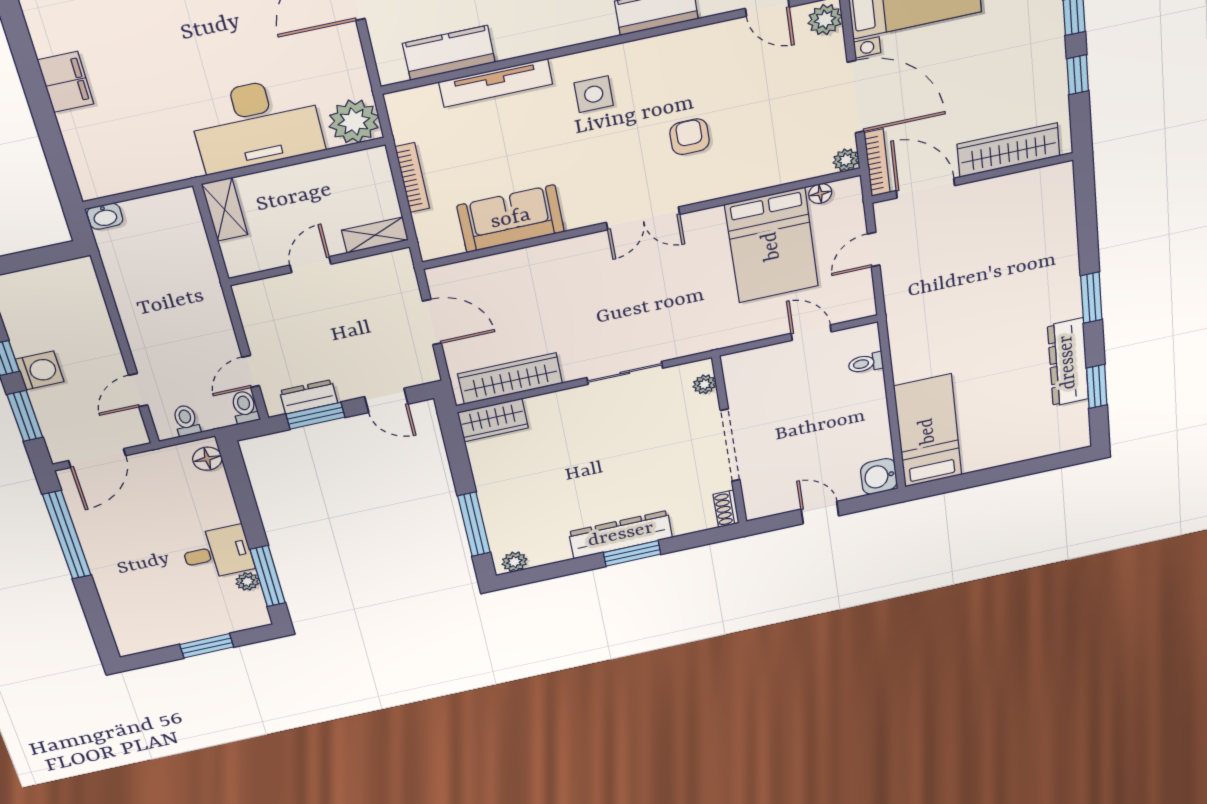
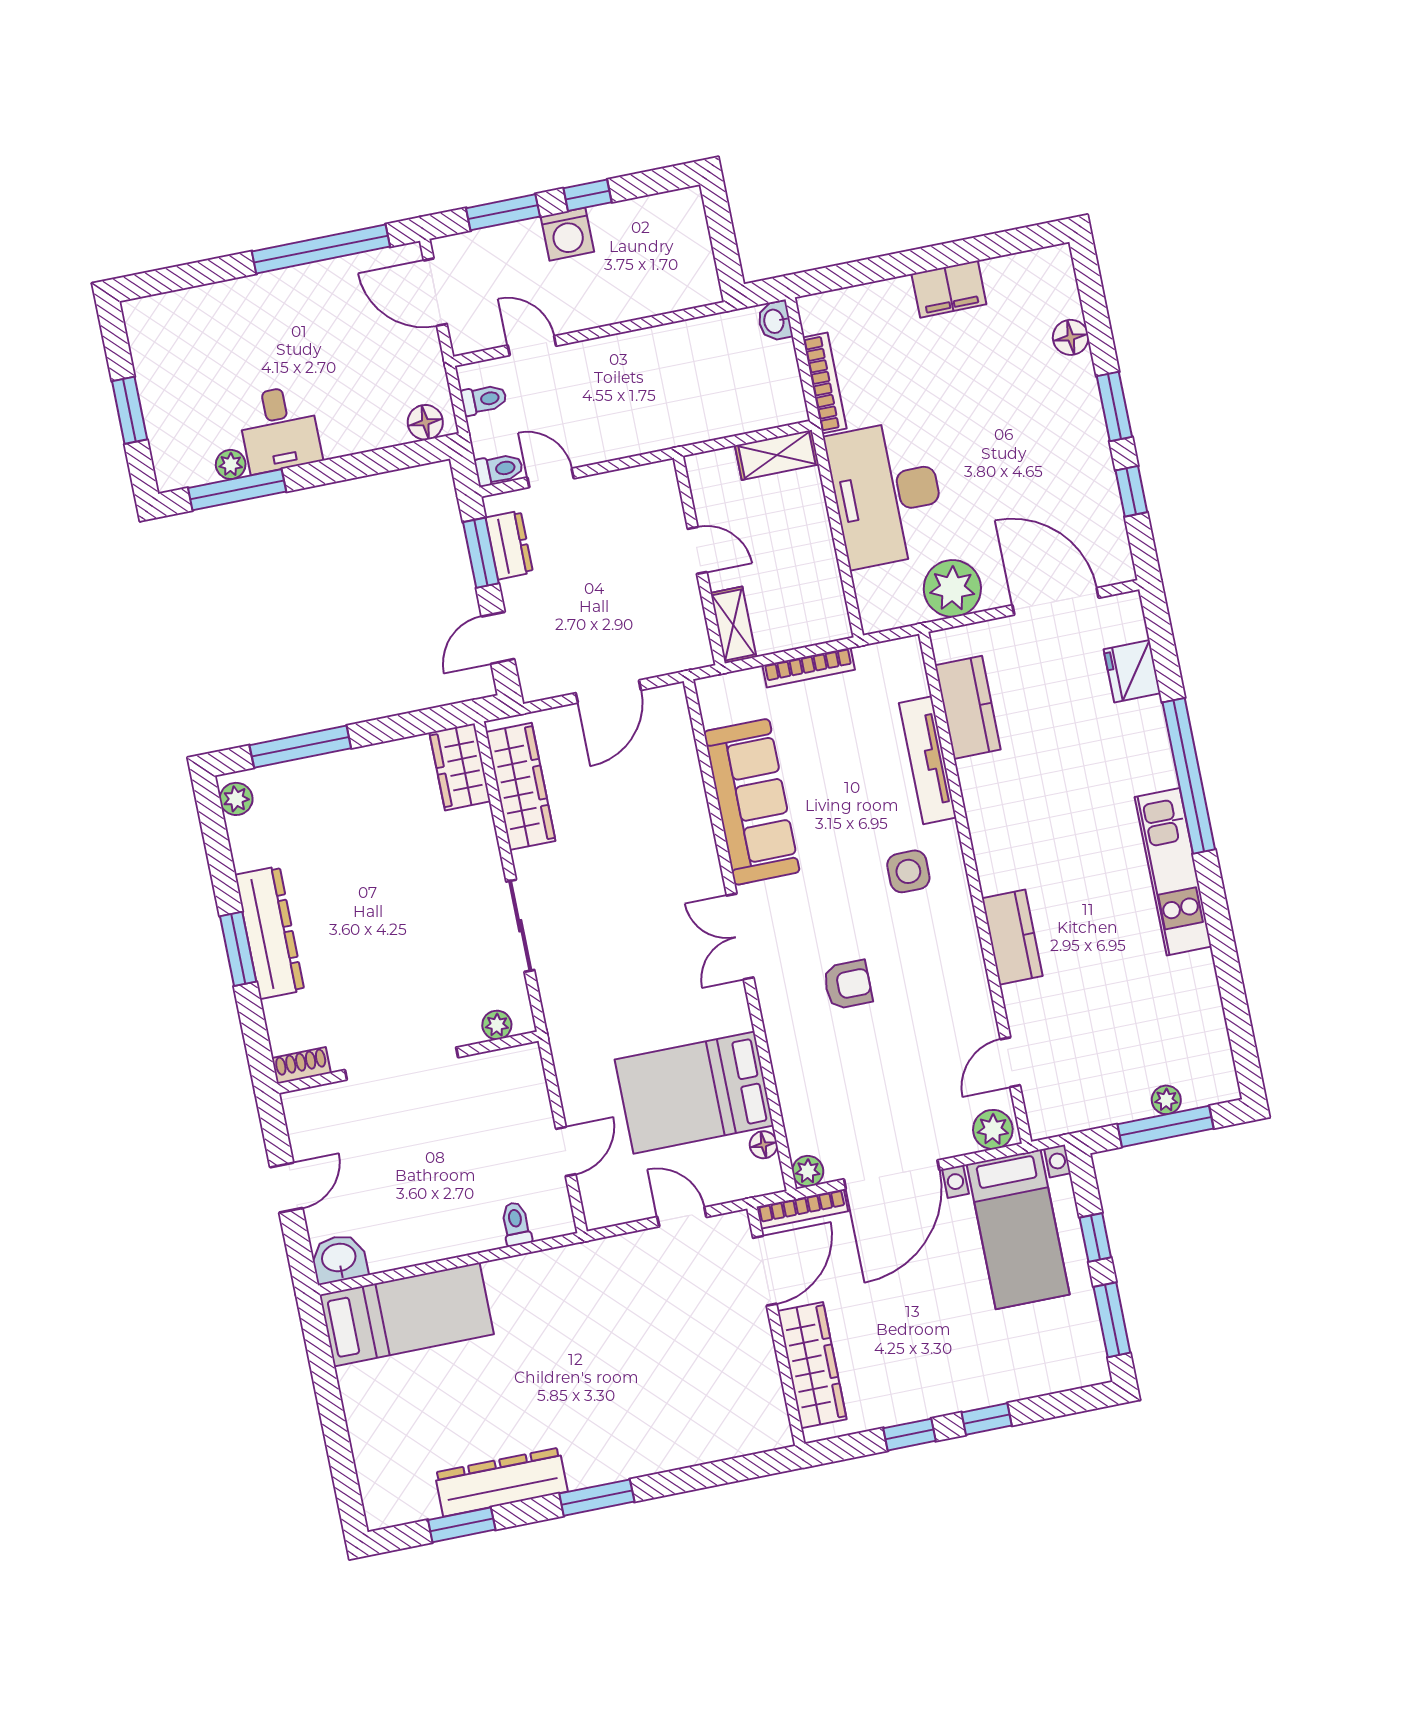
plant: (354, 122) -> (952, 588), moved
bookcase: (158, 176) -> (825, 383), added
sofa: (511, 219) -> (752, 802), width x1.36

